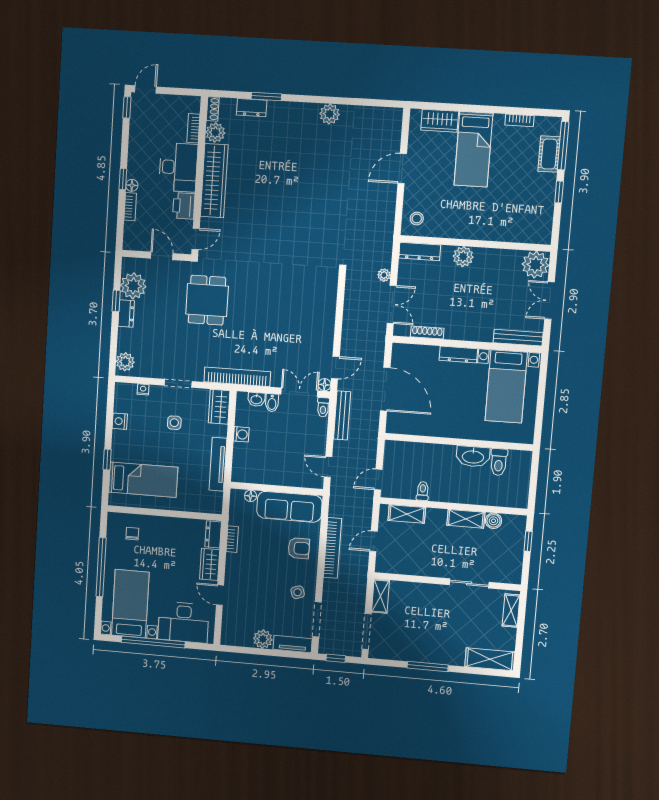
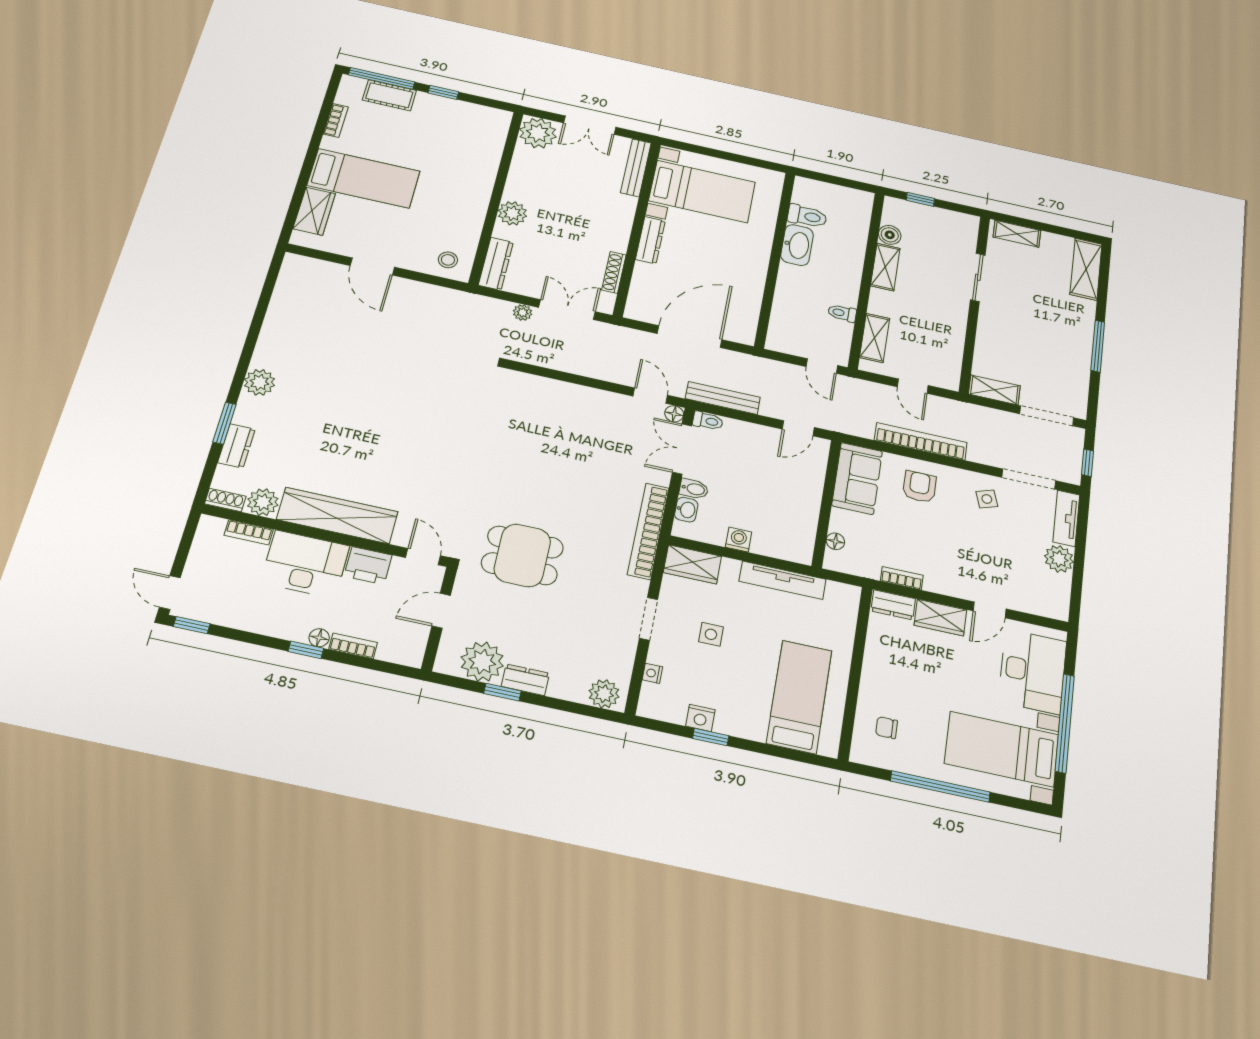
plant: (330, 114) -> (260, 382), moved
window: (107, 460) -> (711, 737), moved
sofa: (289, 507) -> (857, 478), width x0.73

